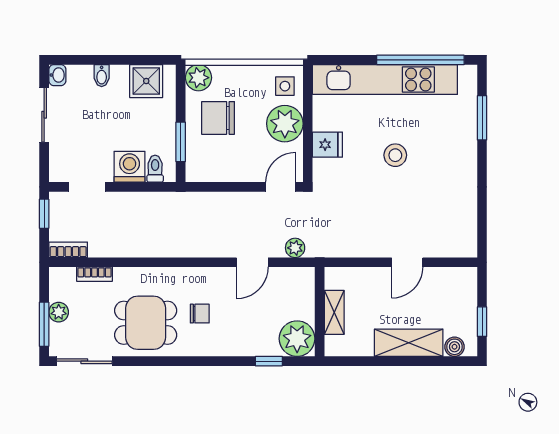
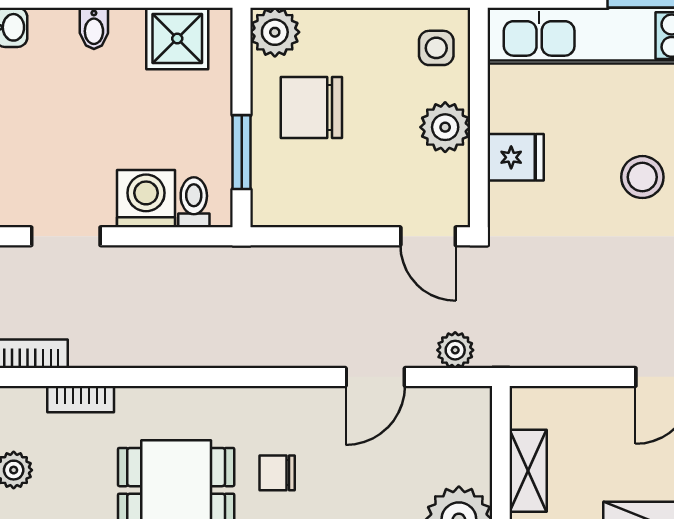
plant: (285, 124) -> (445, 127), width x0.73, depth x0.73
door: (281, 187) -> (428, 236), swing flipped
chair: (200, 314) -> (277, 473), turned 180

